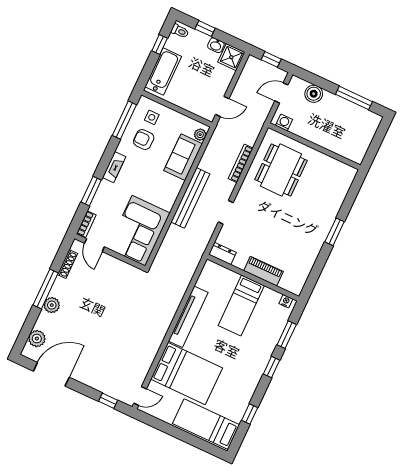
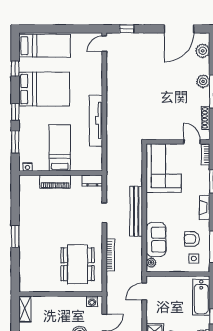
armchair: (144, 140) -> (192, 239), turned 180
shelving: (361, 148) -> (25, 309), added
bed: (186, 374) -> (44, 89), moved, turned 180

